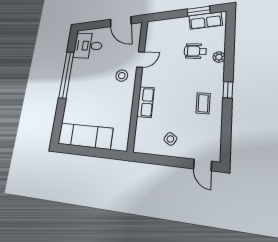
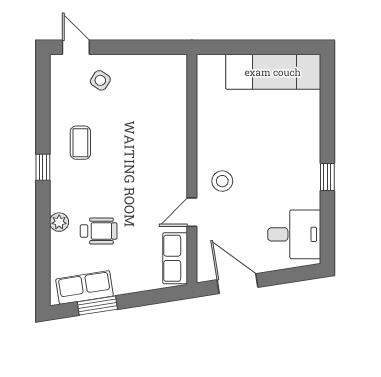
window: (66, 75) -> (327, 177), width x0.32
row of seats: (145, 102) -> (175, 258), moved
side table: (170, 139) -> (100, 80), moved

